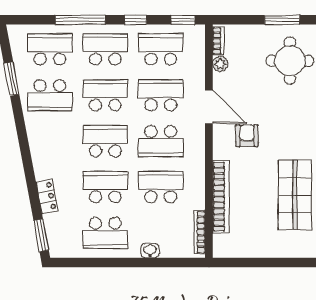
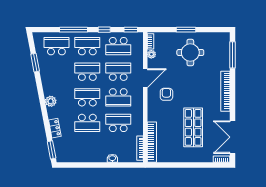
school desk: (161, 49) -> (118, 46), turned 180
school desk: (50, 95) -> (56, 72), removed
door: (209, 107) -> (145, 78), hinge flipped
plant: (39, 148) -> (51, 101), added
school desk: (105, 187) -> (87, 123), turned 180
bookcase: (221, 197) -> (152, 142), moved
school desk: (105, 233) -> (87, 149), removed

